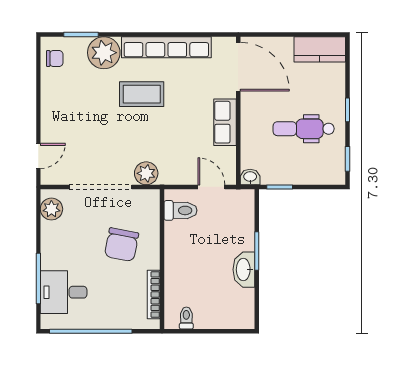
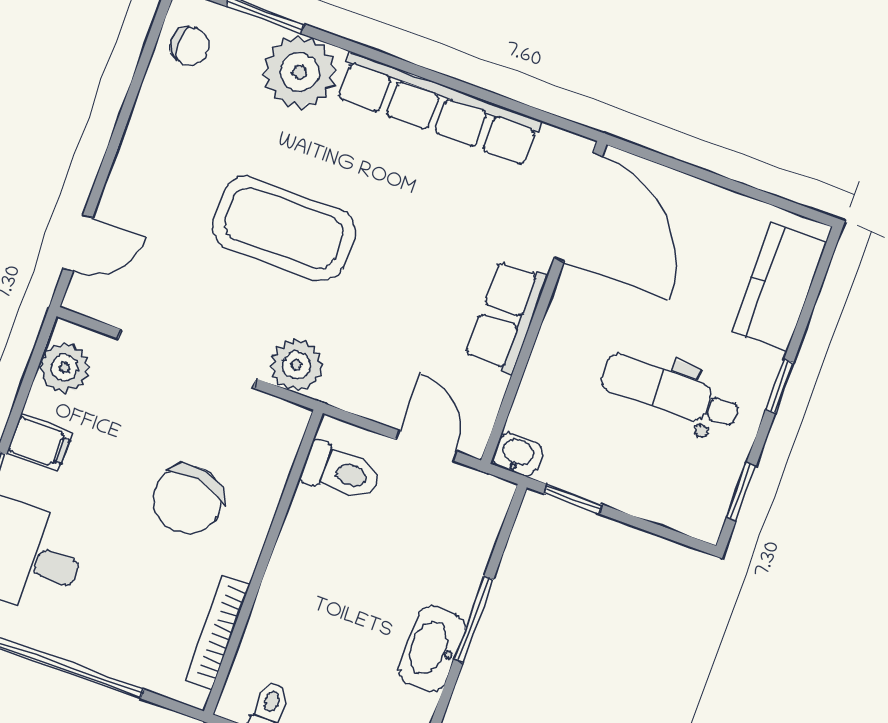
kitchen counter: (320, 49) -> (779, 287), moved, turned 90
coffee table: (142, 94) -> (284, 228), moved, width x1.36, depth x1.32
filing cabinet: (52, 244) -> (40, 443), added

